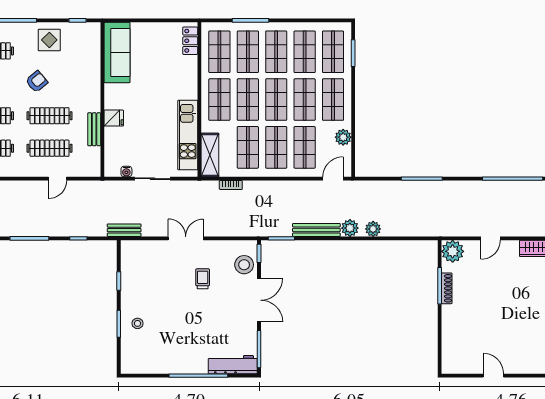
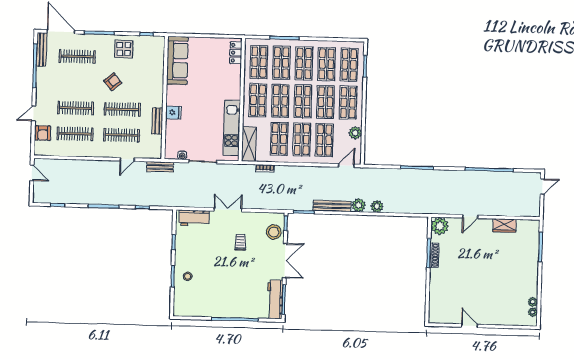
bench: (124, 230) -> (160, 167), moved
workbench: (143, 250) -> (194, 218), added
workbench: (233, 365) -> (275, 299), moved, turned -90

